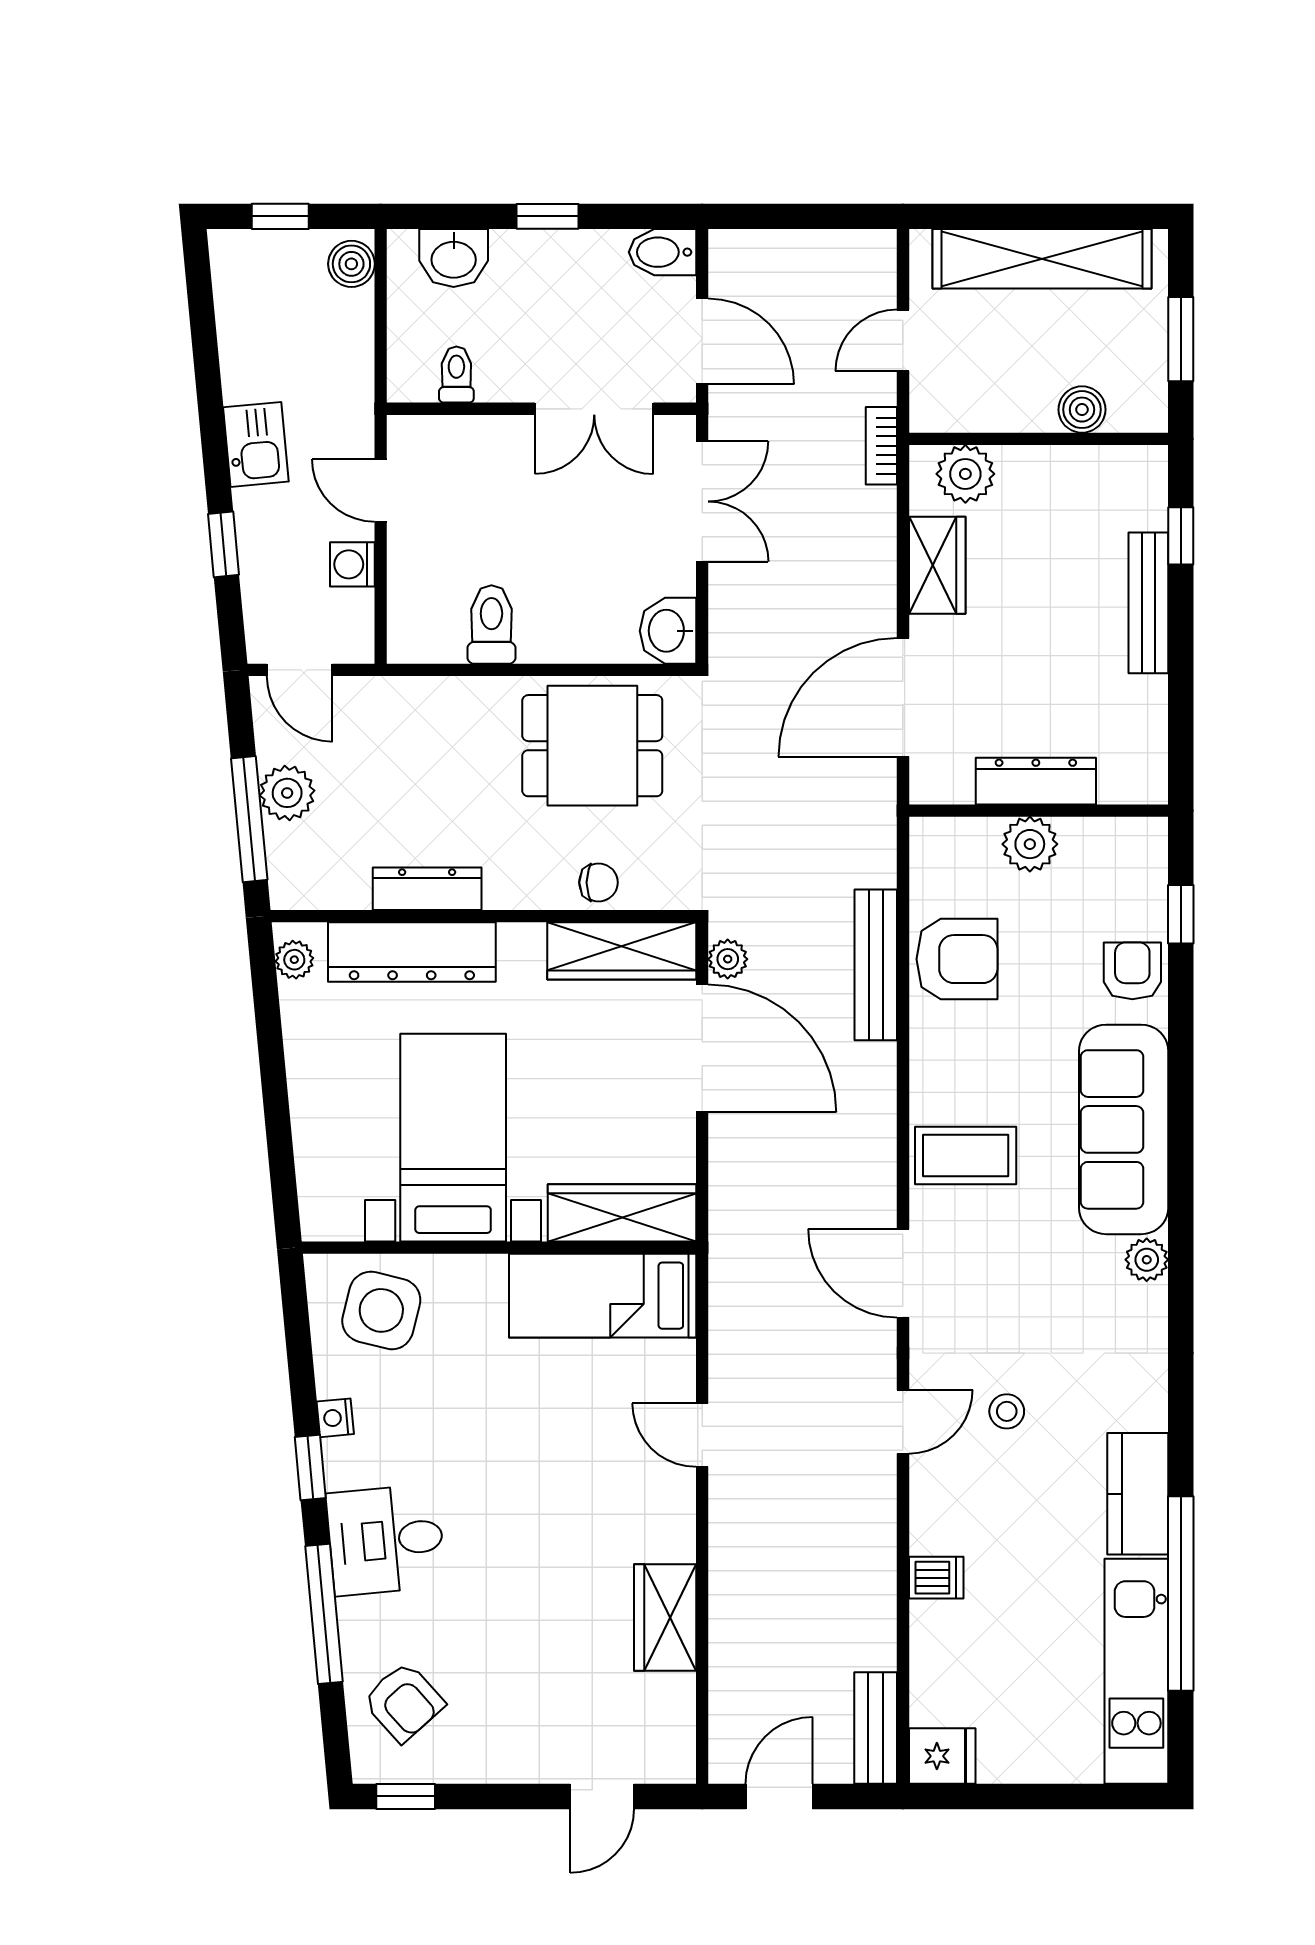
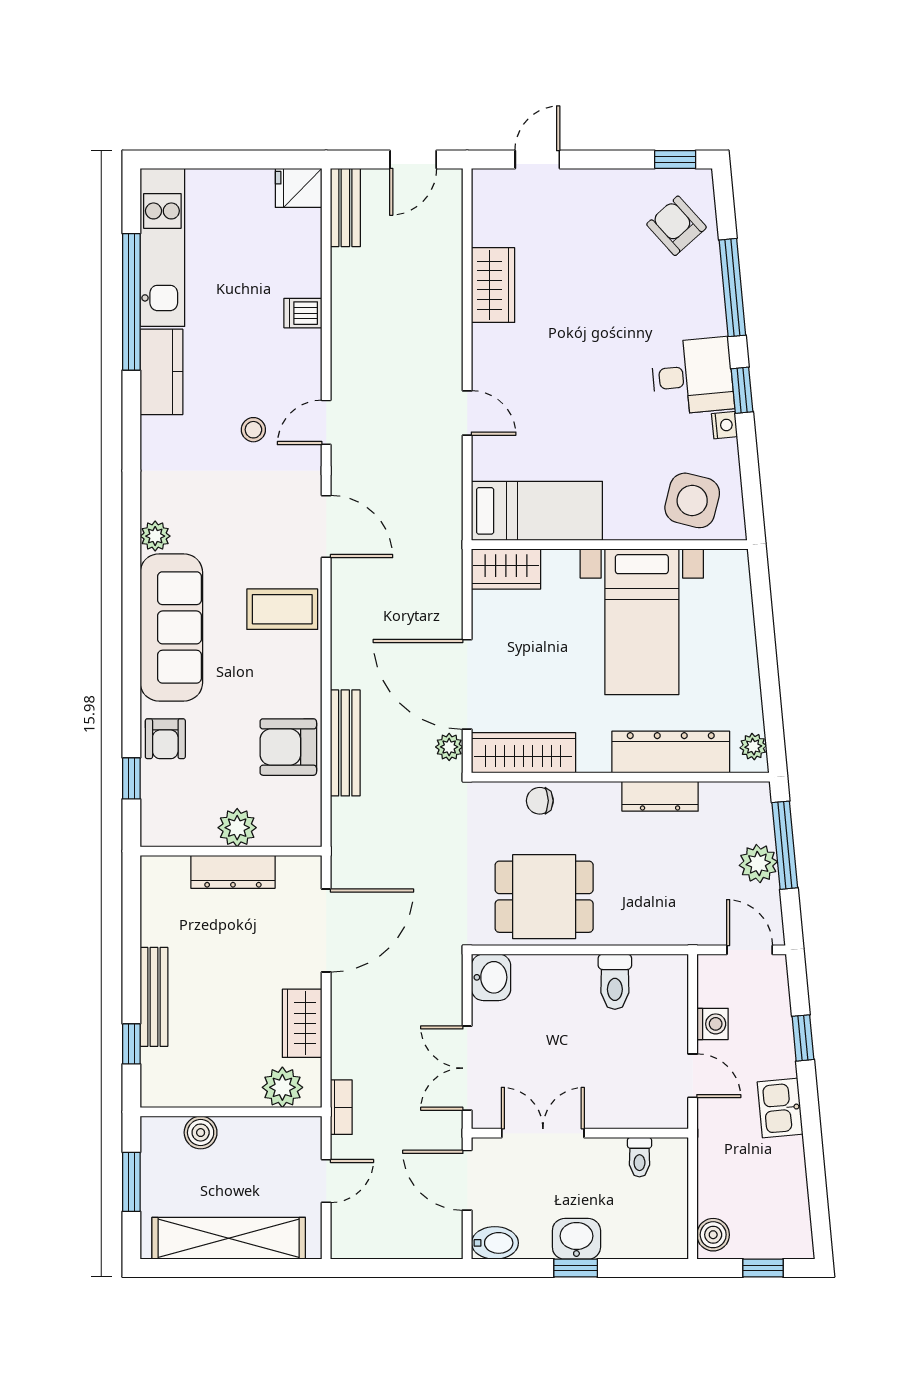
washbasin: (454, 258) -> (576, 1239), moved
wardrobe: (622, 1213) -> (506, 569), width x0.67
desk: (386, 1540) -> (692, 376), moved

